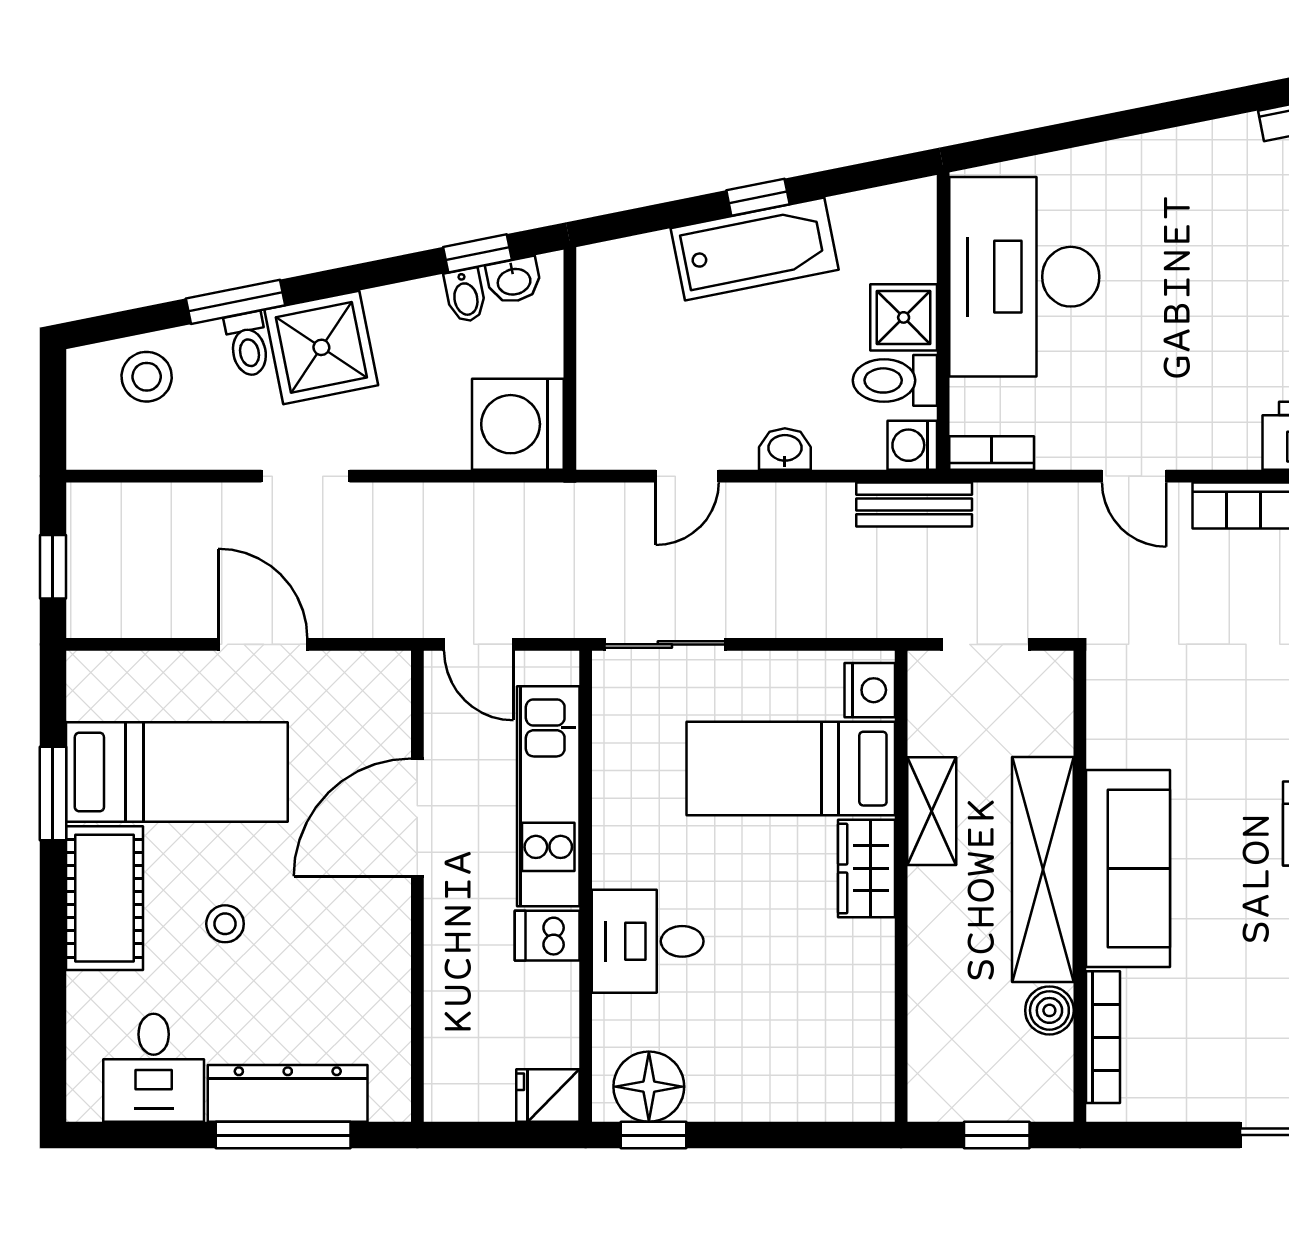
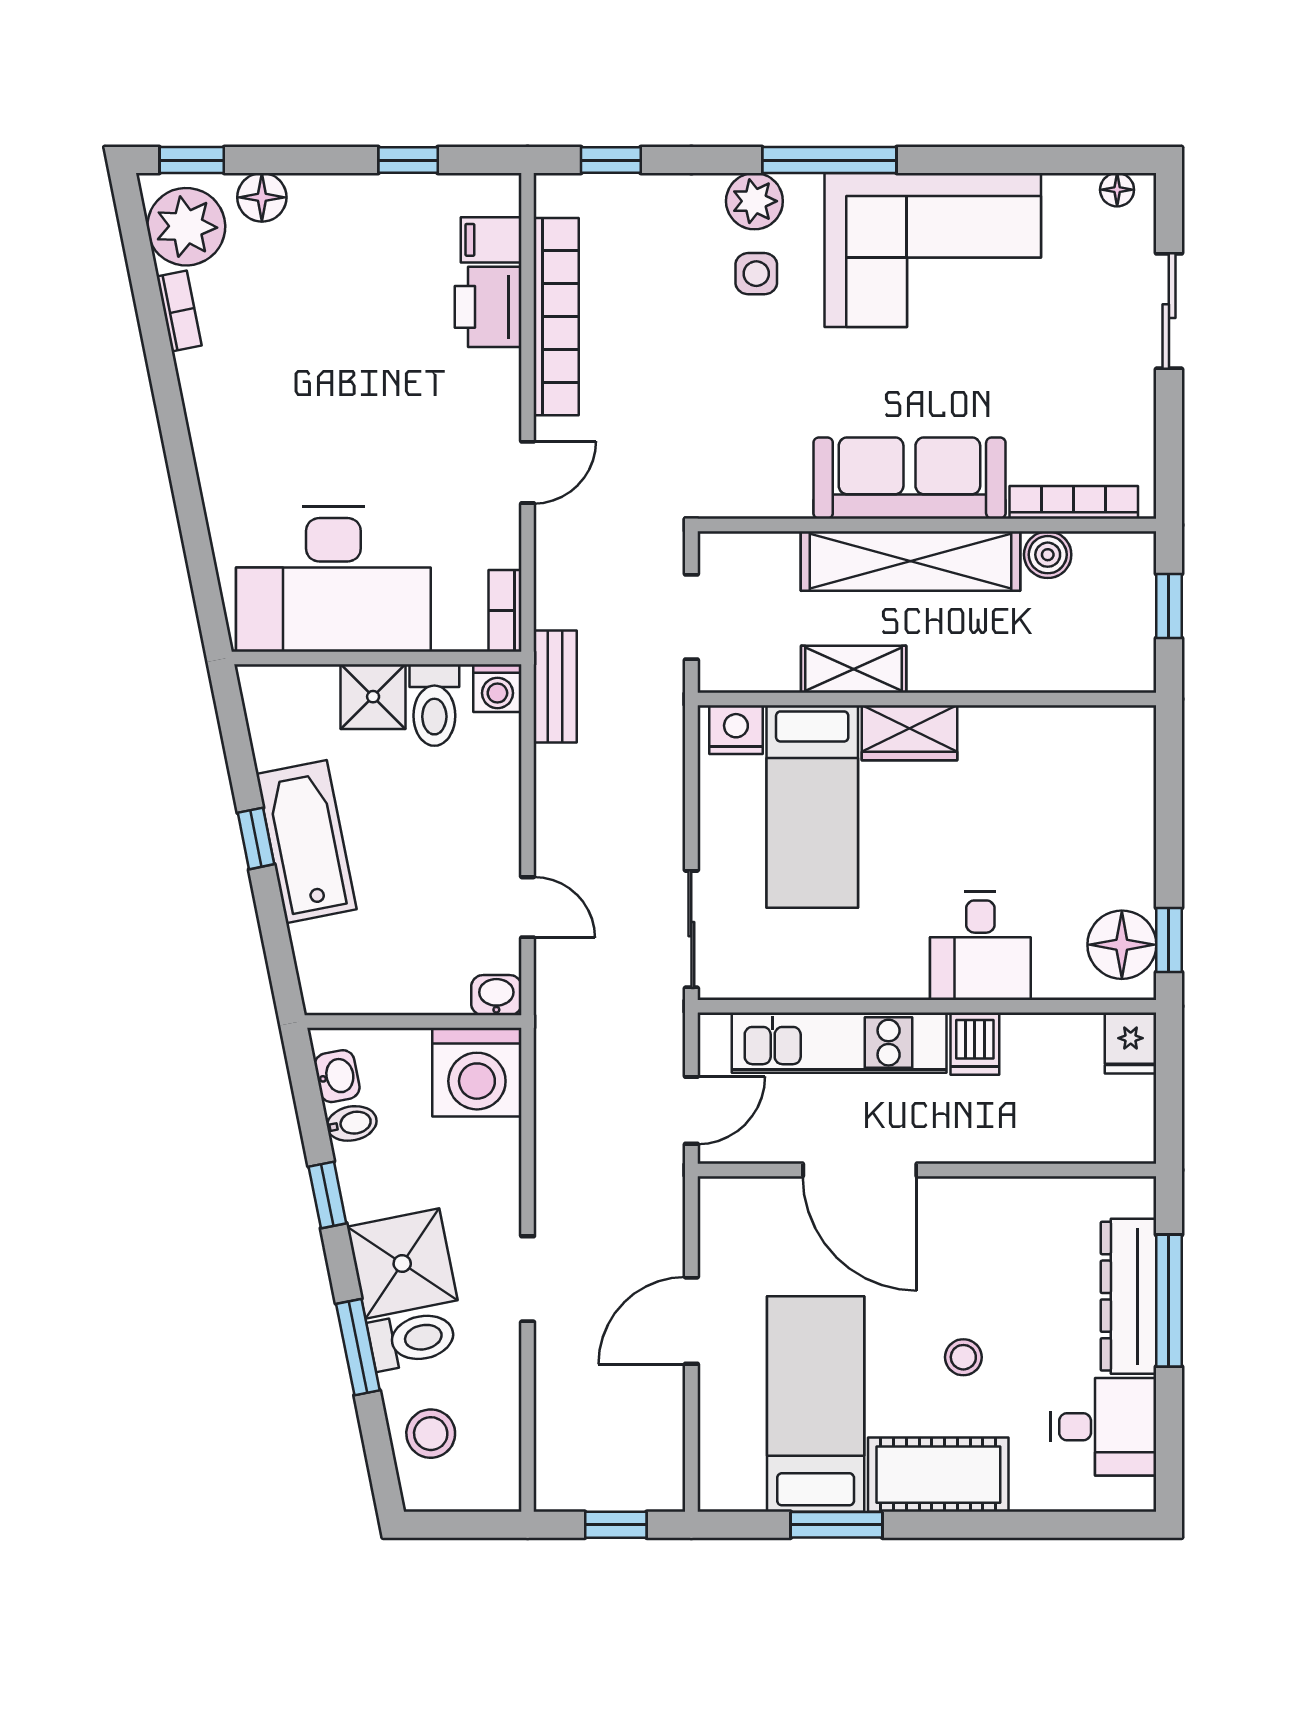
window: (477, 253) -> (327, 1195), moved
toilet: (248, 344) -> (412, 1339), width x1.37, depth x1.39
washbasin: (785, 449) -> (496, 995), moved, turned 90

